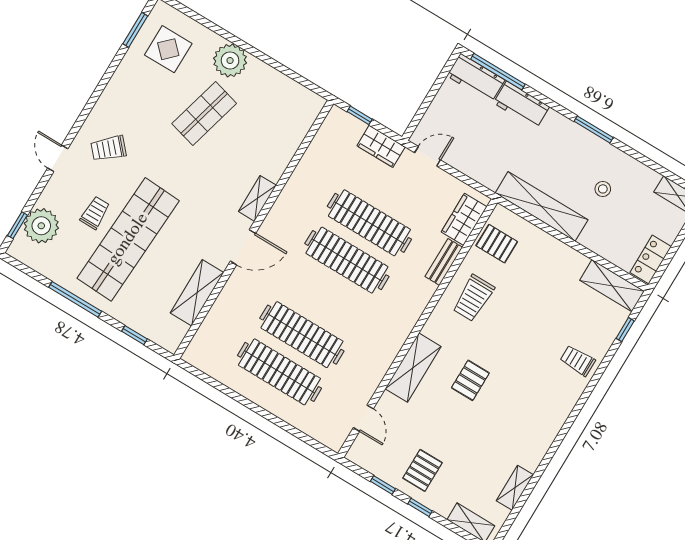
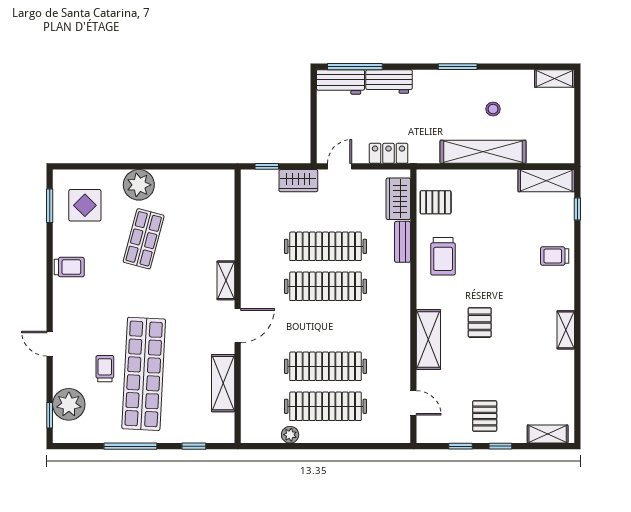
trolley: (108, 148) -> (69, 267), moved, turned -138
shelving: (542, 206) -> (483, 152), moved
locker: (651, 259) -> (389, 153), moved, turned 90
plant: (230, 378) -> (290, 435), added
shelving: (515, 488) -> (566, 330), moved

